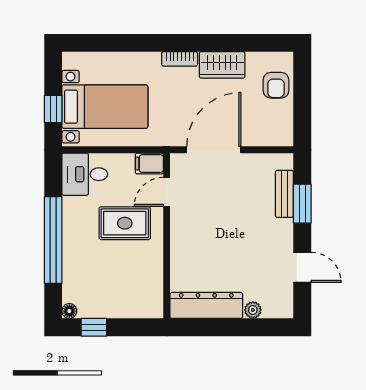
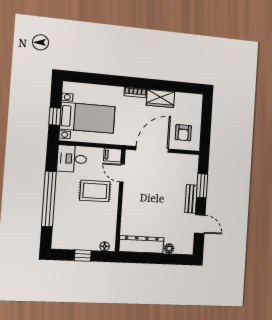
armchair: (276, 85) -> (183, 133), moved
door: (167, 192) -> (122, 173), hinge flipped
bench: (284, 194) -> (191, 199), moved
floor lamp: (69, 311) -> (105, 246), moved
window: (94, 327) -> (83, 256), moved

